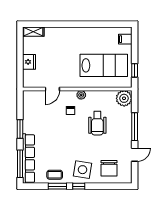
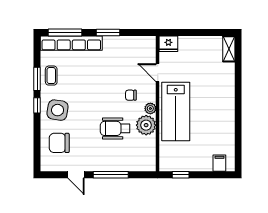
fridge: (29, 62) -> (168, 44), moved
lab bench: (104, 65) -> (176, 111), moved
plant: (124, 98) -> (146, 125), moved

